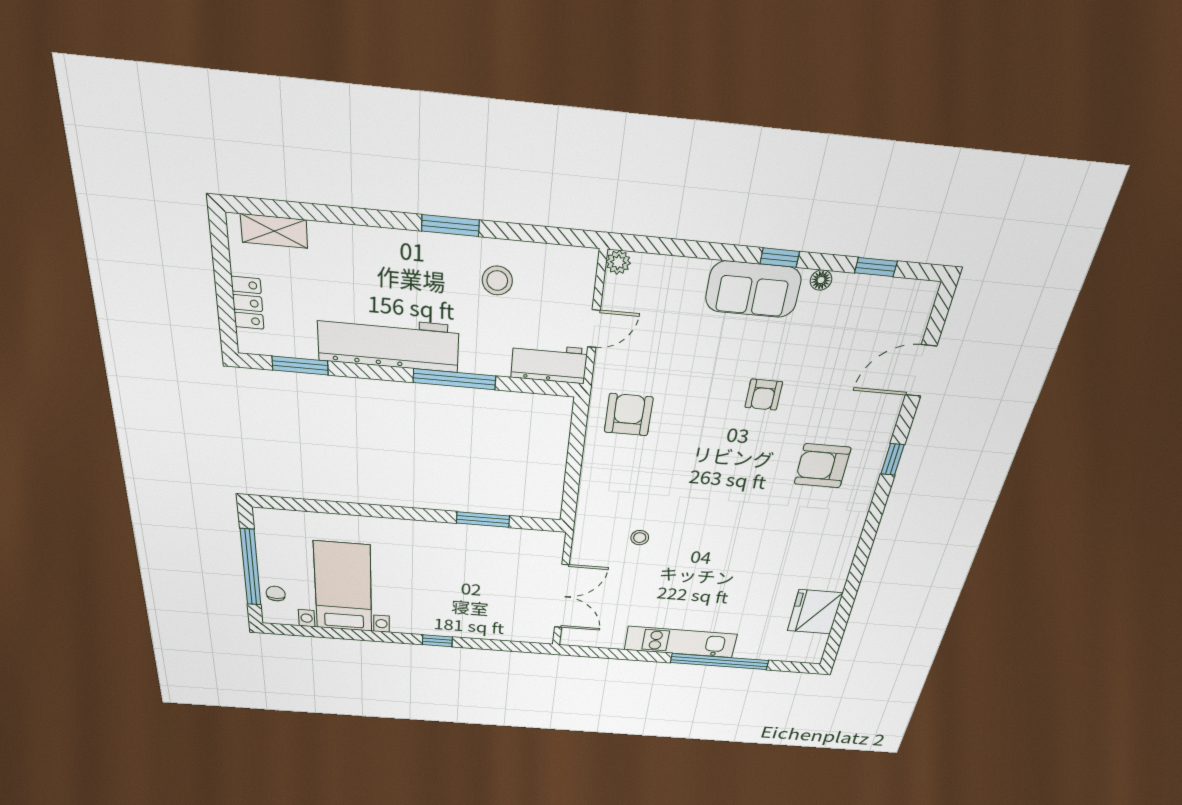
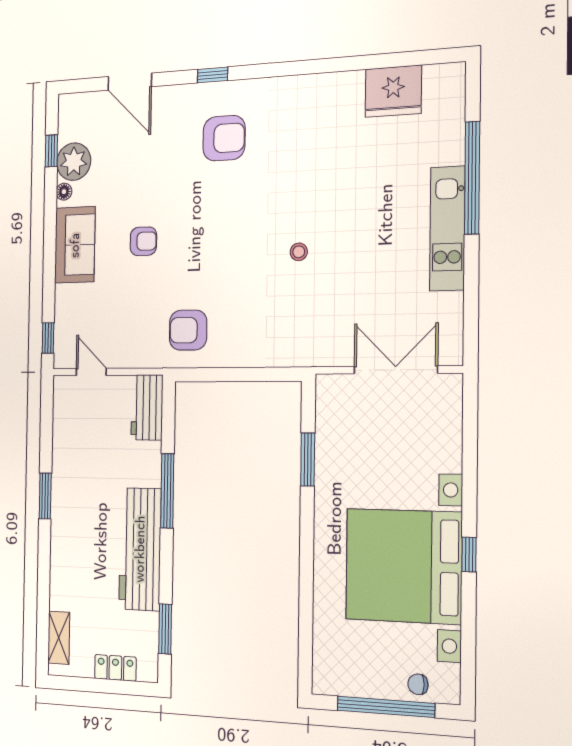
window: (780, 258) -> (48, 338), moved
plant: (618, 262) -> (74, 162), moved, width x1.87, depth x1.87
stool: (497, 281) -> (83, 457), removed
door: (594, 329) -> (91, 372), moved
armchair: (764, 395) -> (143, 241), moved
armchair: (822, 466) -> (224, 138), turned -90
stool: (640, 538) -> (299, 252), moved
bed with nightstands: (343, 587) -> (403, 566), width x1.85
window: (437, 641) -> (469, 554), moved

